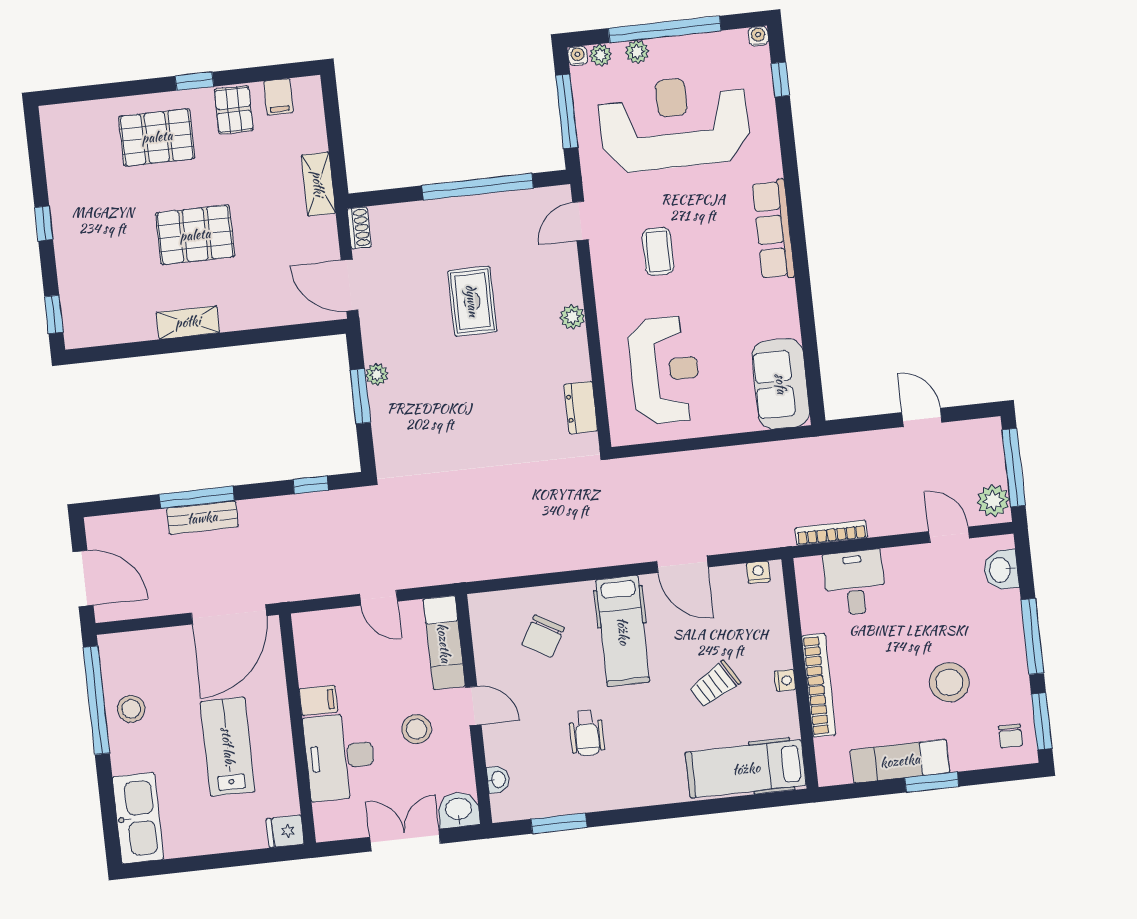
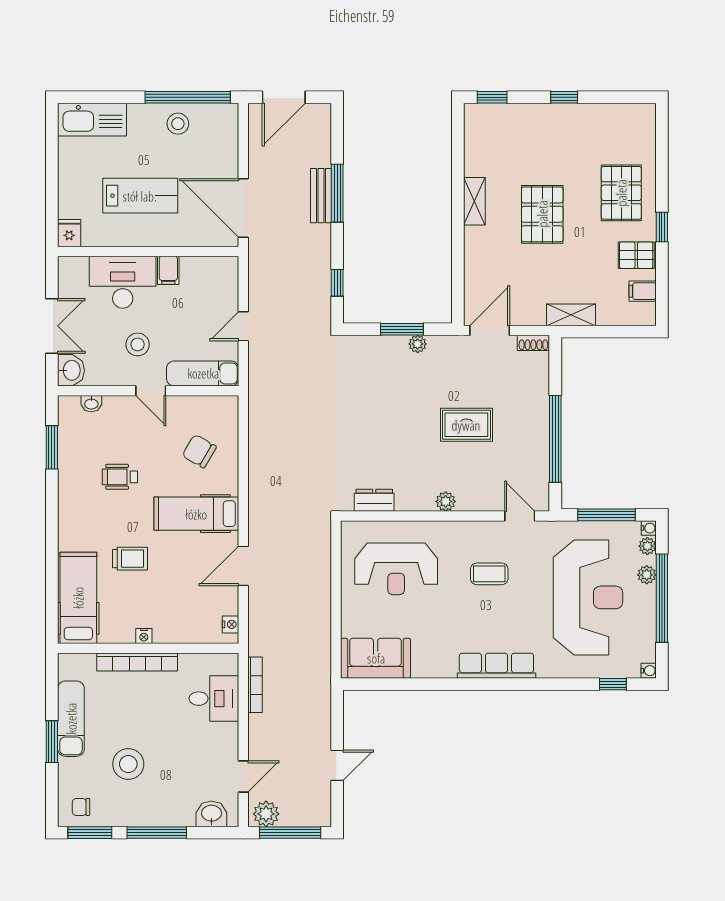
trolley: (715, 684) -> (130, 559), moved, turned 121
door: (473, 706) -> (151, 391), hinge flipped

